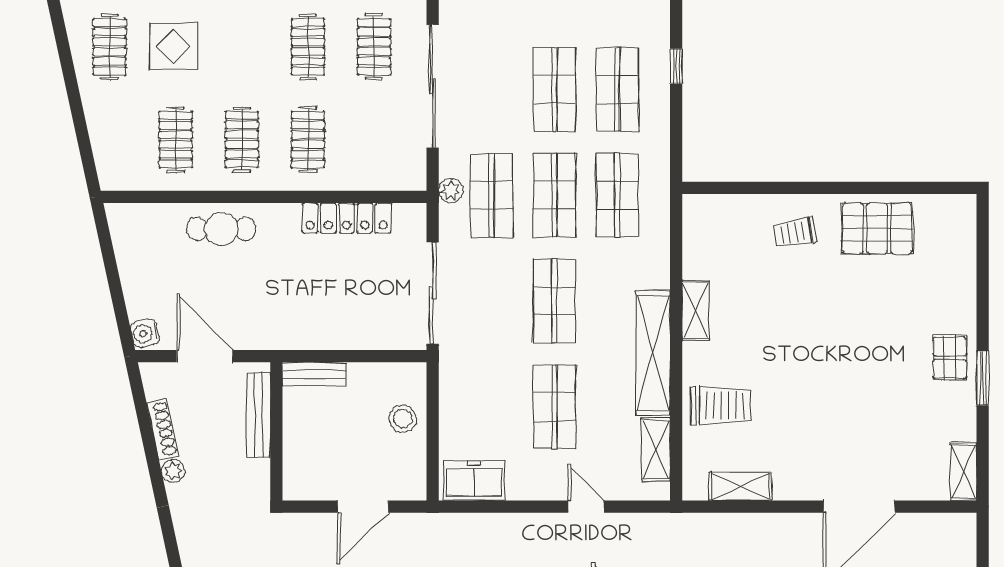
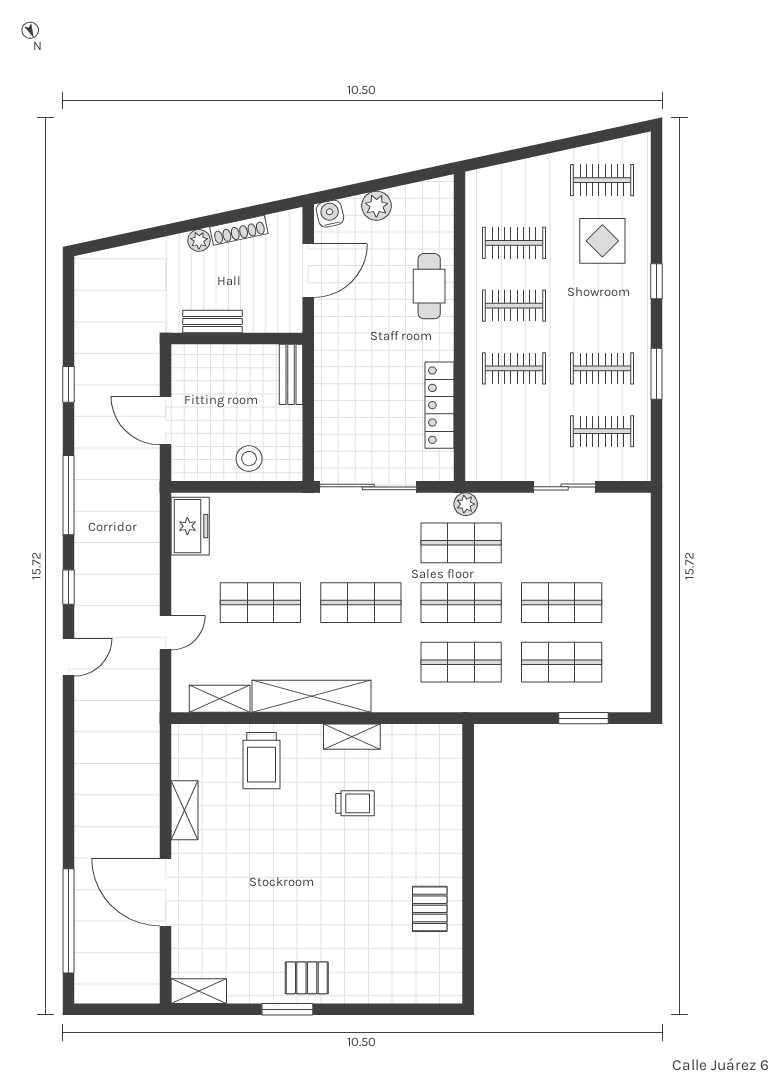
window: (676, 66) -> (584, 718), width x1.50
sliding door: (433, 86) -> (565, 487), width x0.54
pallet: (877, 228) -> (430, 909), width x0.67, depth x0.71
trolley: (795, 232) -> (355, 803), moved, turned 99
plant: (137, 284) -> (376, 206), added
bench: (258, 415) -> (213, 321), moved, width x0.73
shelving: (741, 486) -> (185, 810), moved

